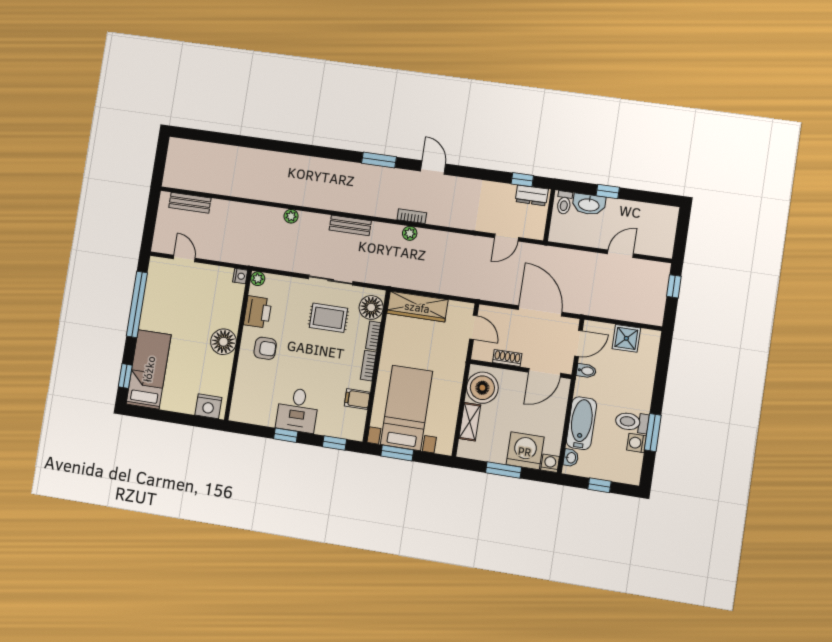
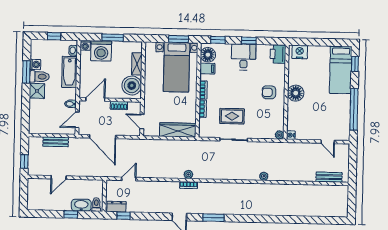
bench: (350, 225) -> (56, 142), moved
floor lamp: (371, 307) -> (208, 55), moved
printer: (258, 312) -> (278, 54), moved
shower: (626, 338) -> (37, 91), moved

